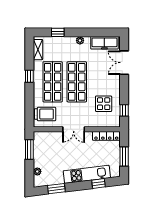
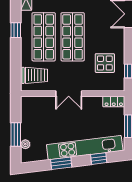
locker: (106, 136) -> (114, 102), width x0.66
window: (29, 150) -> (16, 134), moved
kitchen unit: (87, 174) -> (85, 148), width x1.36
window: (56, 189) -> (61, 163), moved

